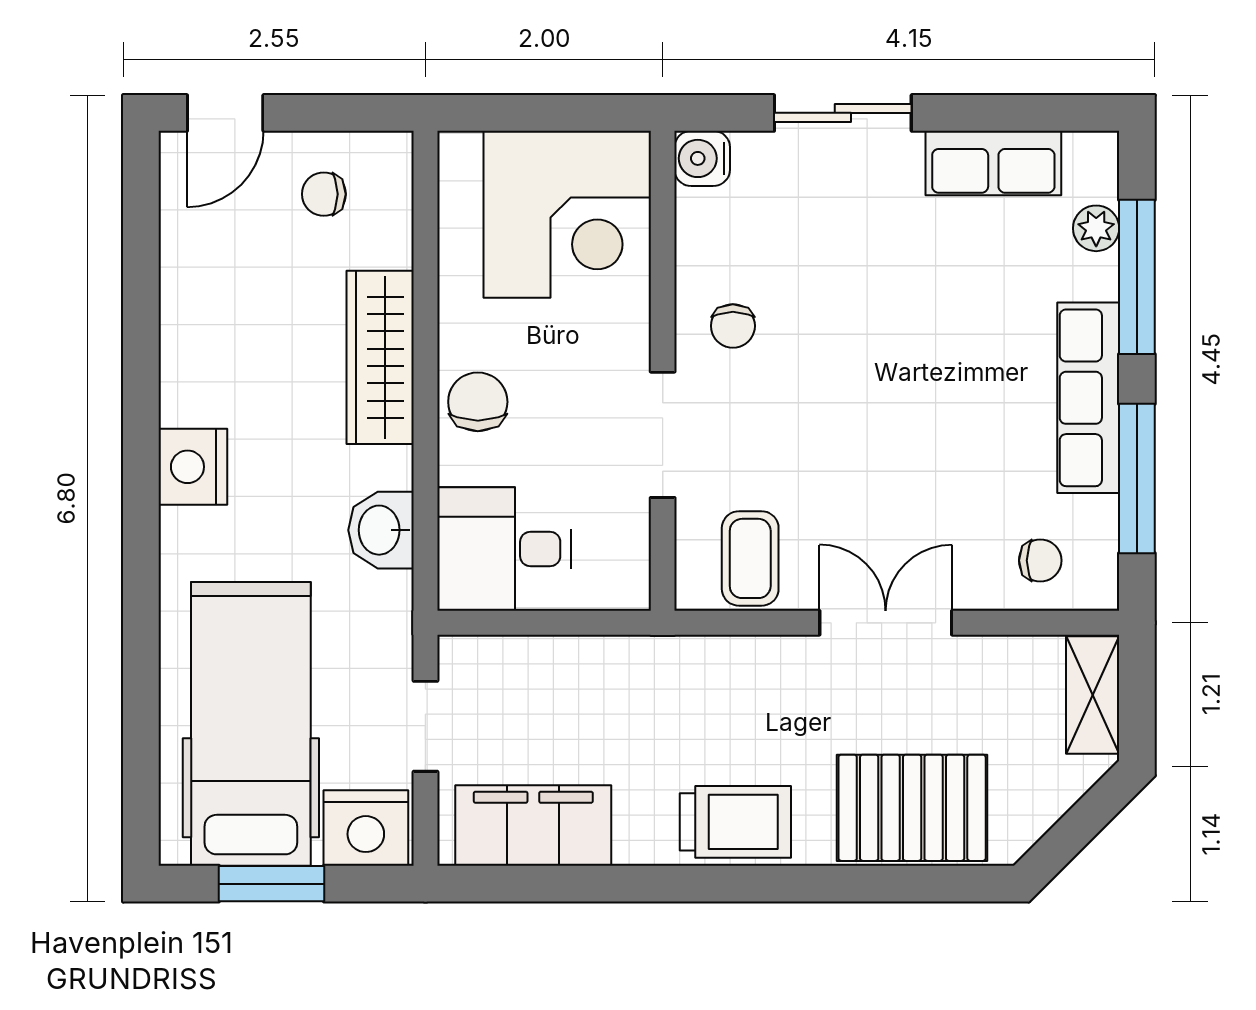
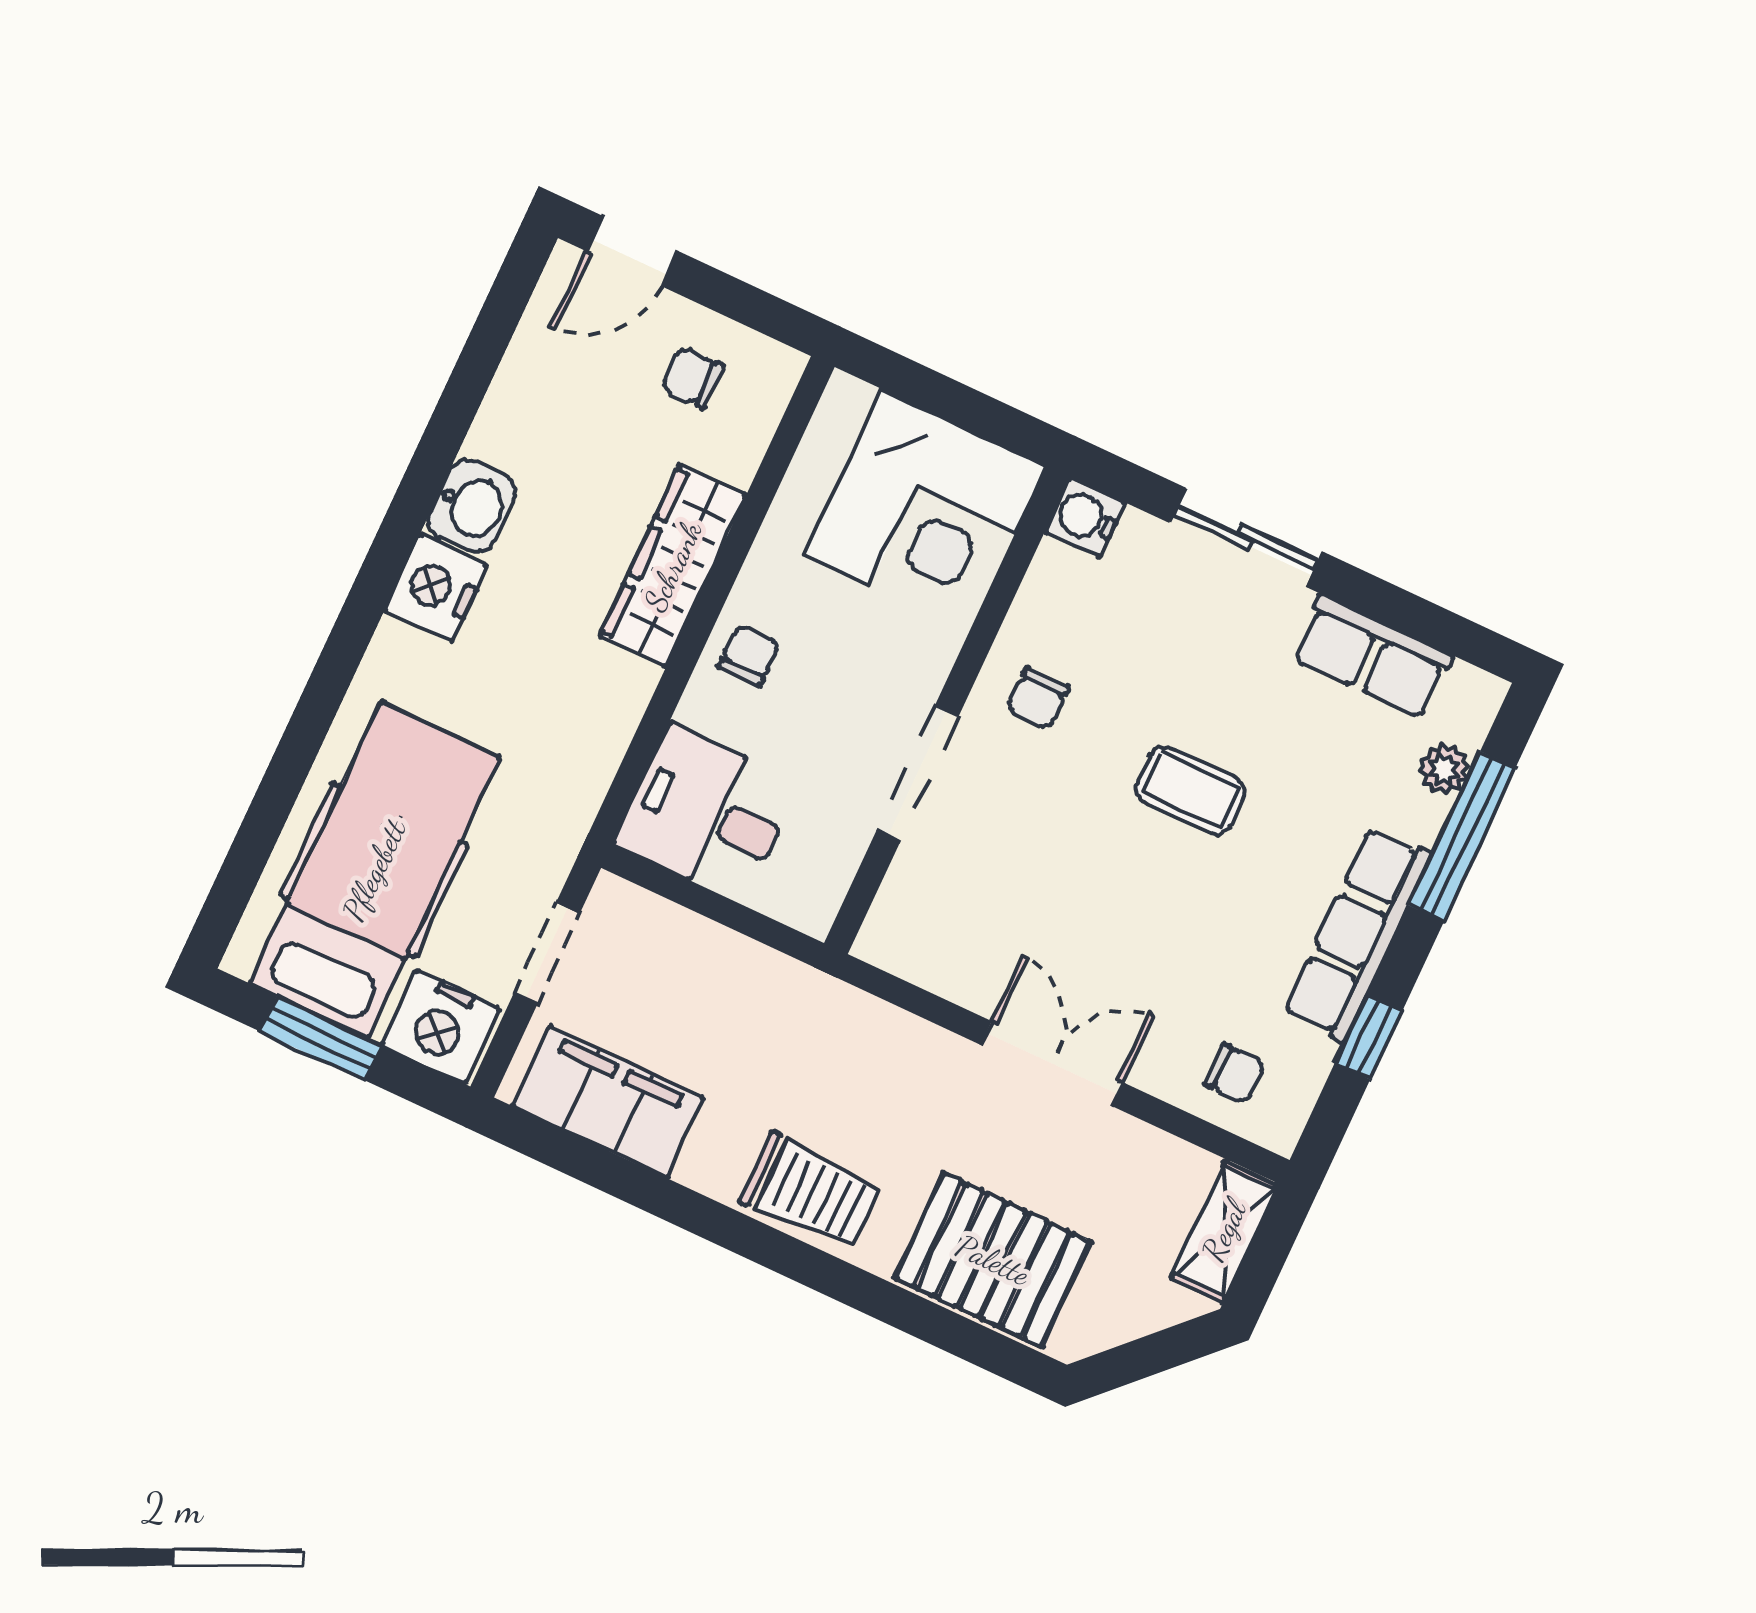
chair: (478, 402) -> (749, 655), width x0.73, depth x0.73
window: (1137, 479) -> (1369, 1037), width x0.46
washbasin: (381, 530) -> (472, 506), moved, turned 180
coffee table: (750, 558) -> (1190, 790), moved, turned 90

